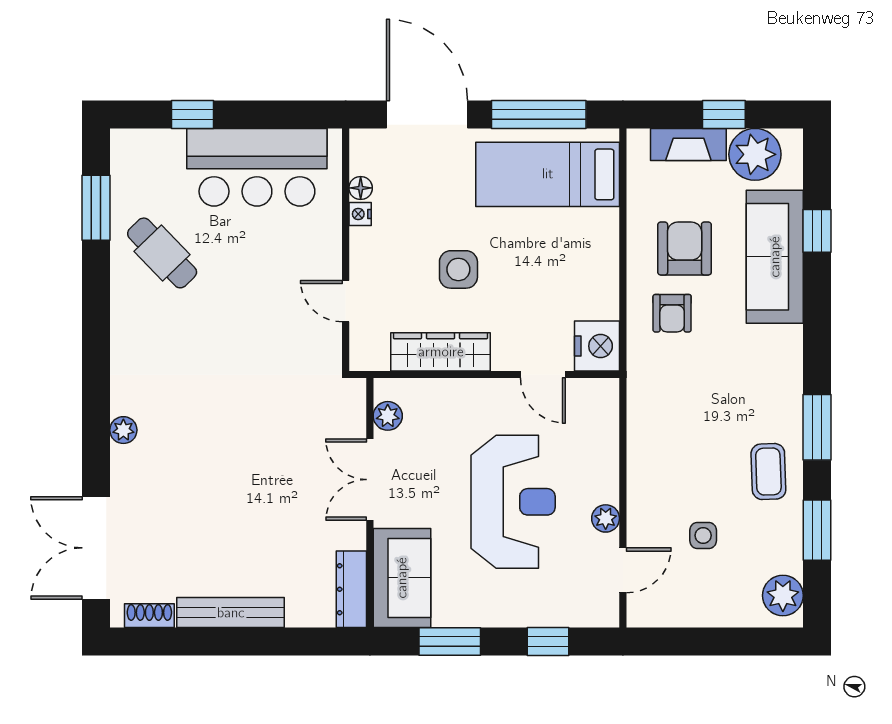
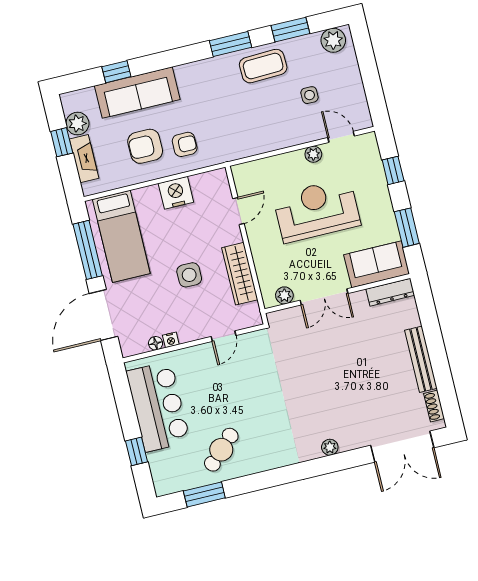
plant: (755, 154) -> (77, 124), width x0.73, depth x0.73
nightstand: (597, 346) -> (176, 193), moved
coffee table: (768, 472) -> (263, 66), width x1.36, depth x1.30

